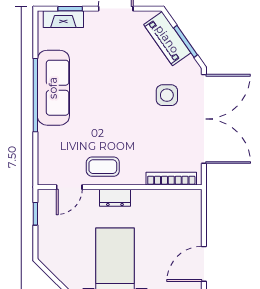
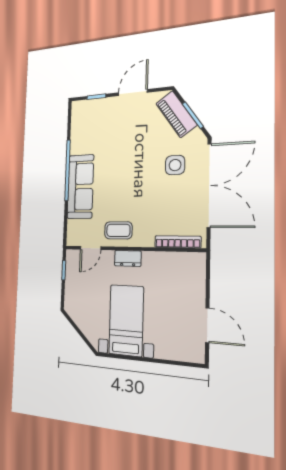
fireplace: (63, 19) -> (91, 106), removed
sofa: (53, 88) -> (80, 187), moved
door: (204, 264) -> (207, 325), swing flipped

